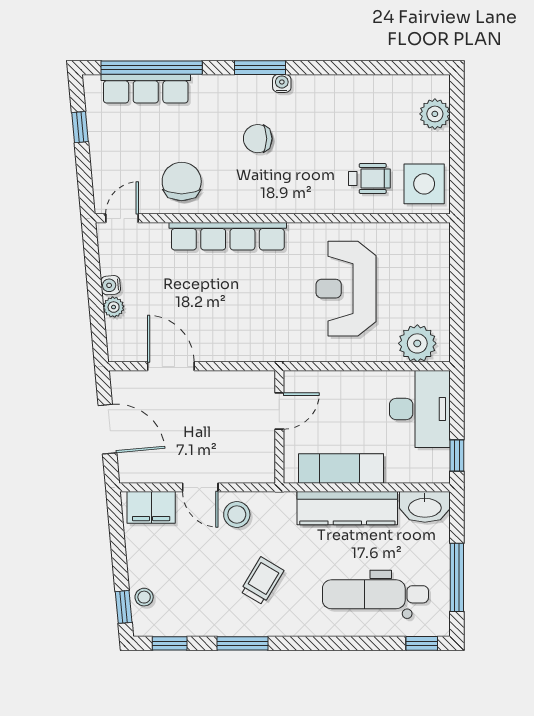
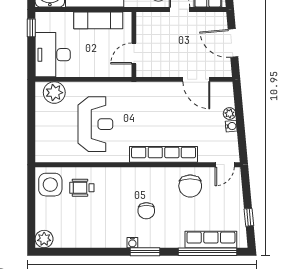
plant: (435, 114) -> (44, 239), moved
chair: (258, 139) -> (146, 211), turned 90

